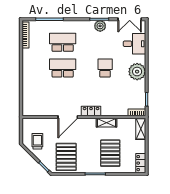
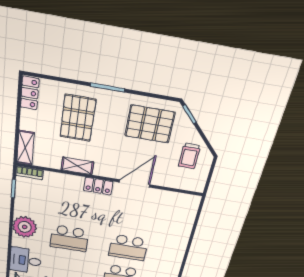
school desk: (105, 68) -> (69, 238), width x1.85
pallet: (66, 157) -> (150, 124), turned 90

